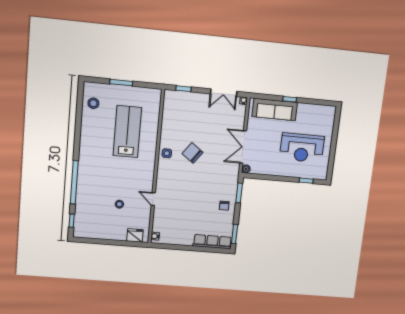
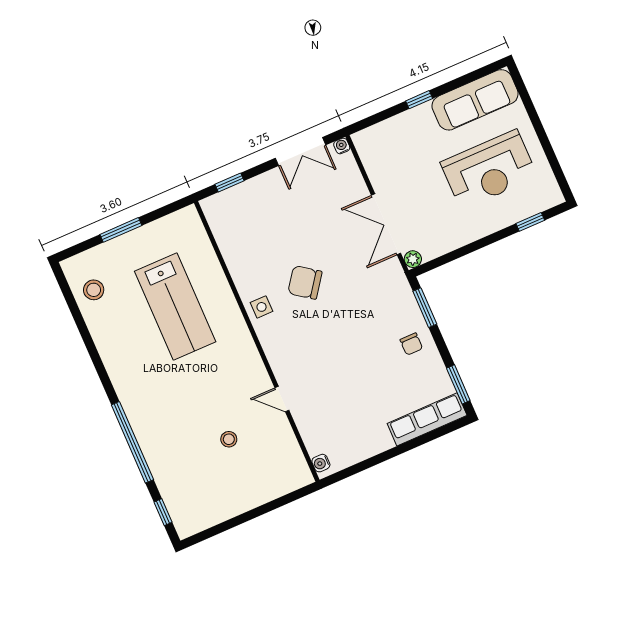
sofa: (275, 109) -> (475, 100), moved
lab bench: (127, 132) -> (175, 306), turned 180
fridge: (135, 235) -> (285, 481), removed

